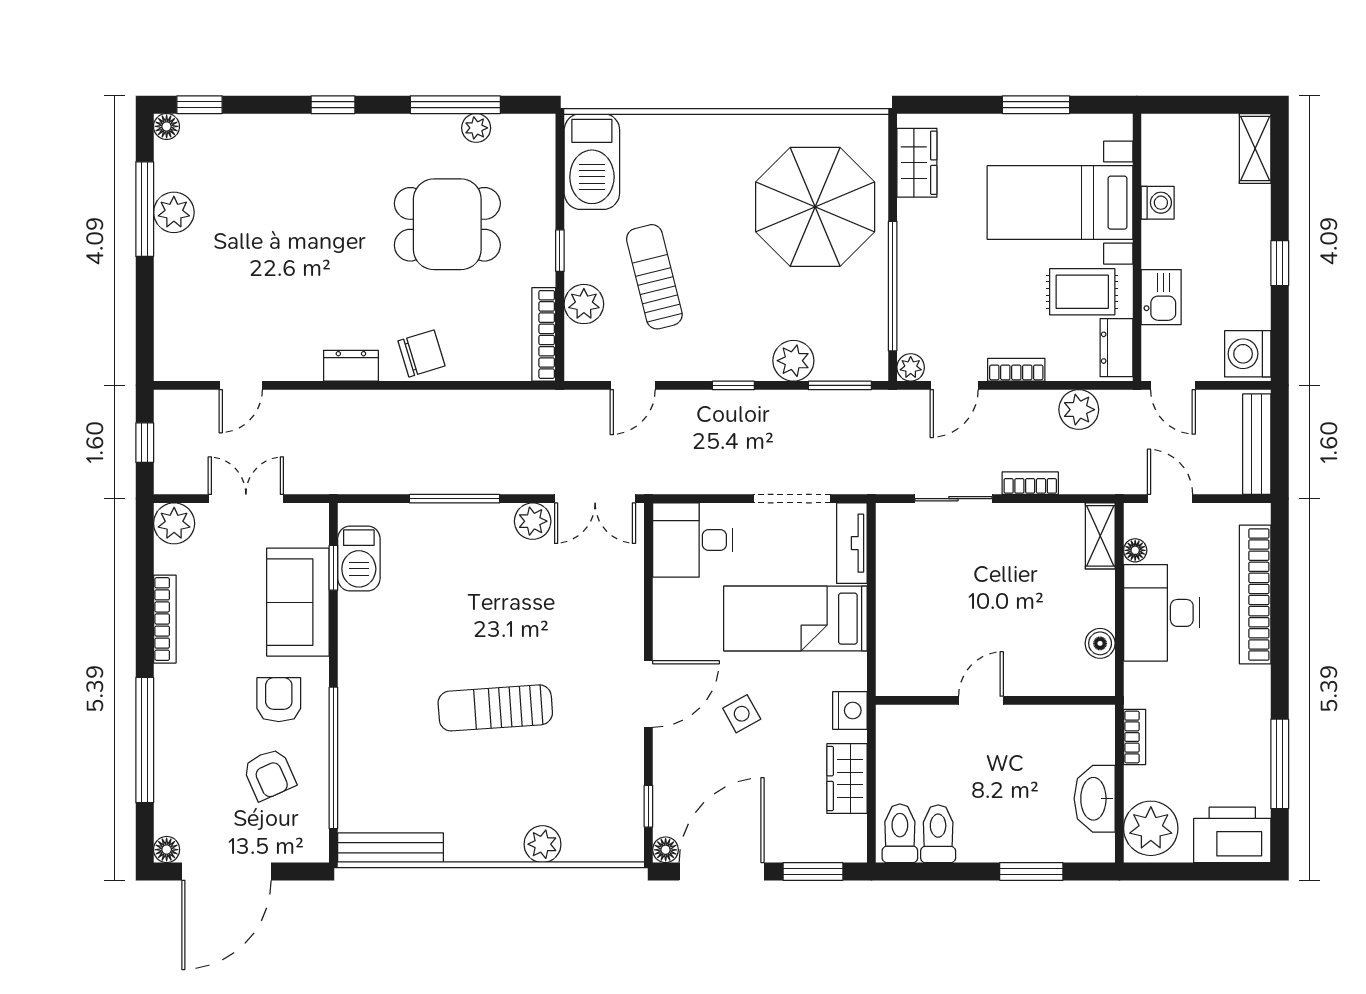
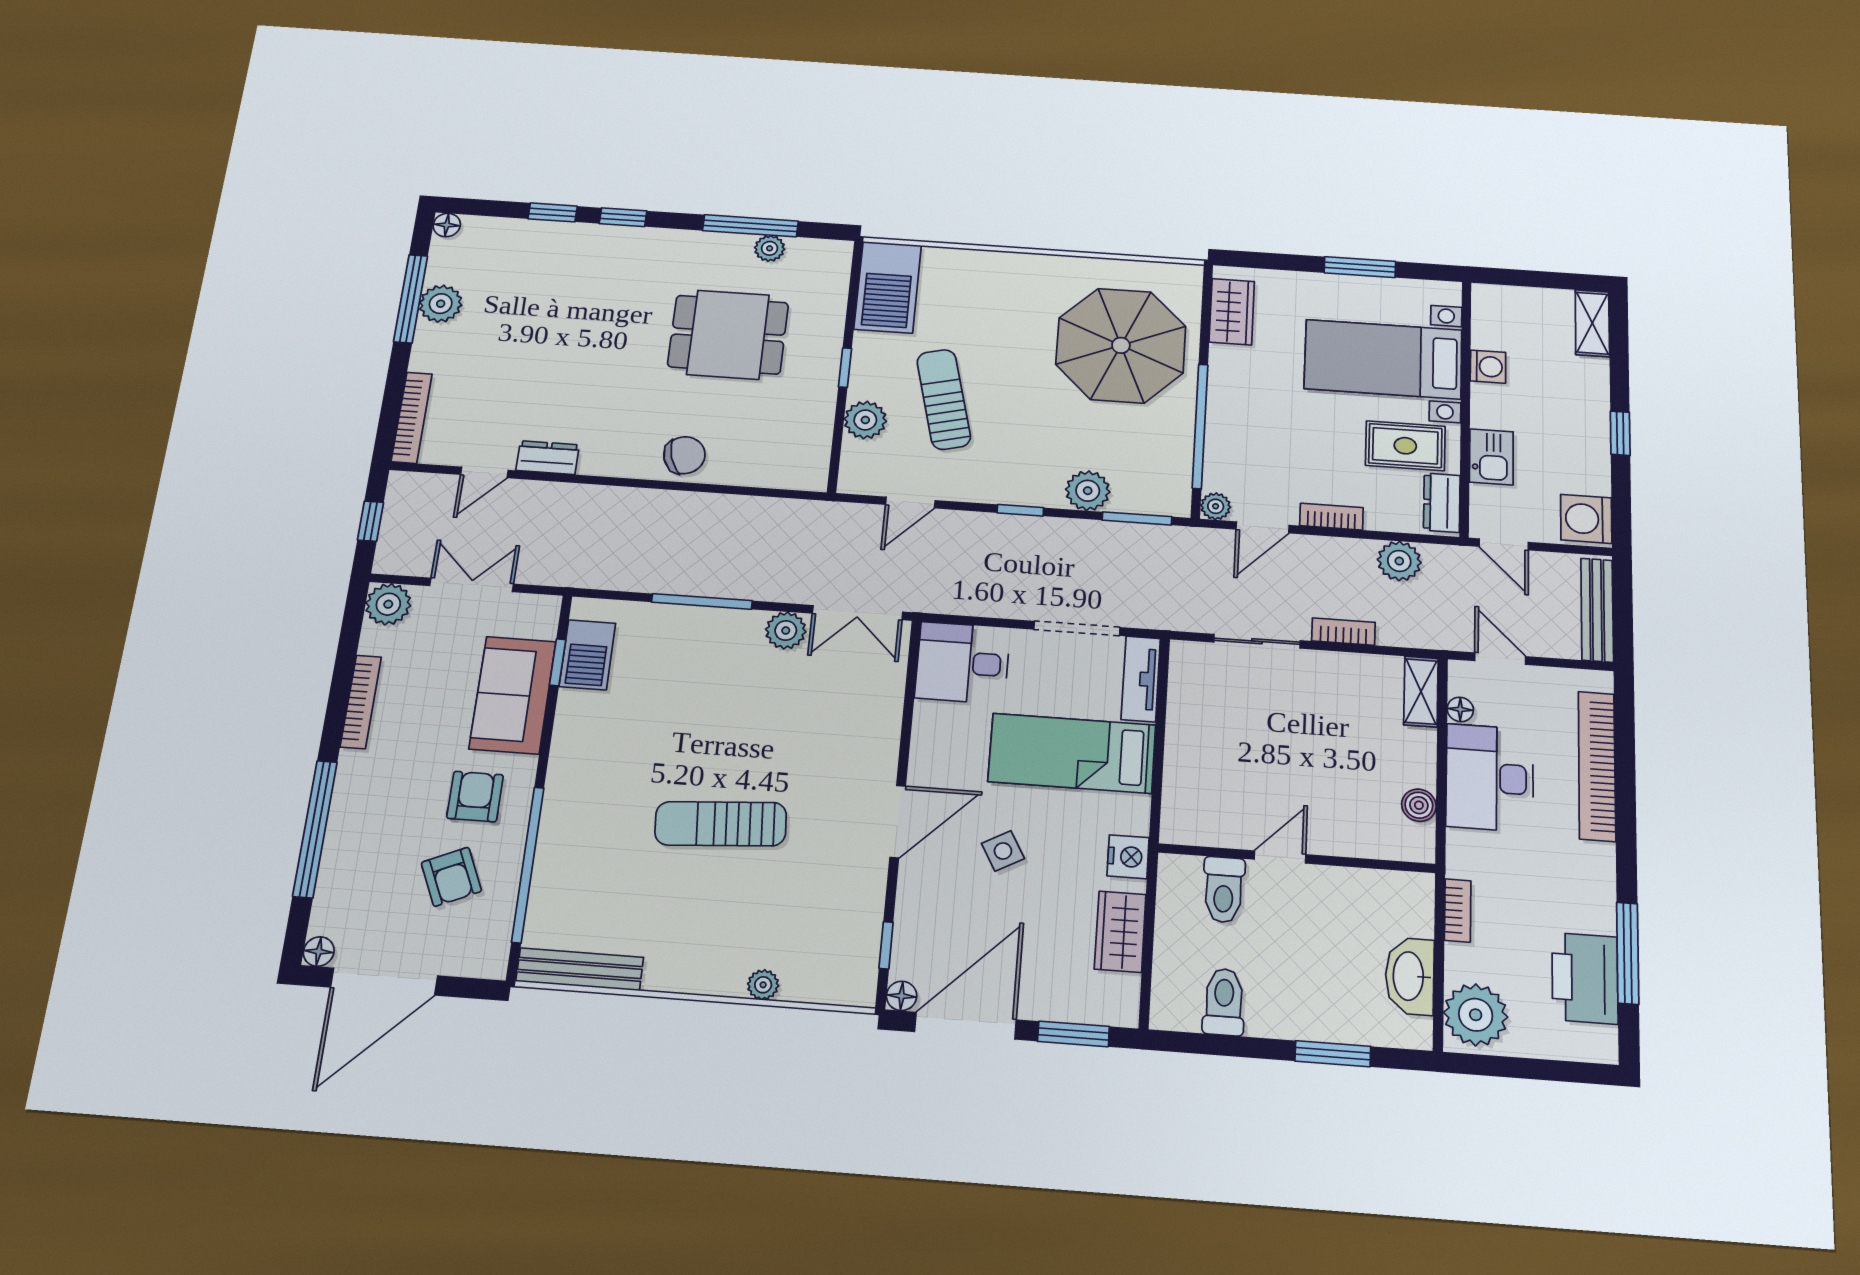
window: (200, 105) -> (553, 212), moved
bookcase: (544, 334) -> (412, 418), moved, turned 180
dresser: (351, 366) -> (548, 458), moved
toilet: (900, 833) -> (1224, 890), moved, turned 180
printer: (1232, 835) -> (1585, 978), moved, turned -90
plant: (543, 844) -> (763, 985), width x0.73, depth x0.73

